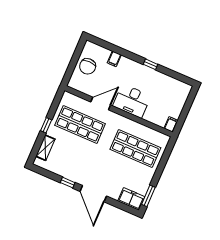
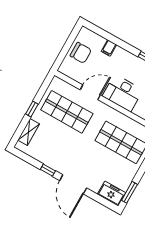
chair: (88, 66) -> (81, 53), turned -90

